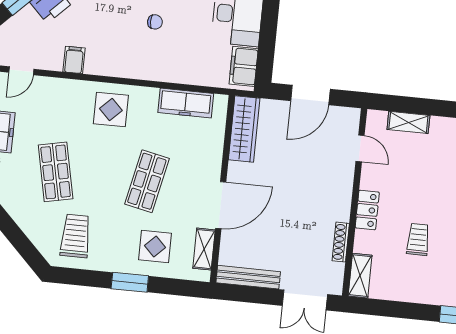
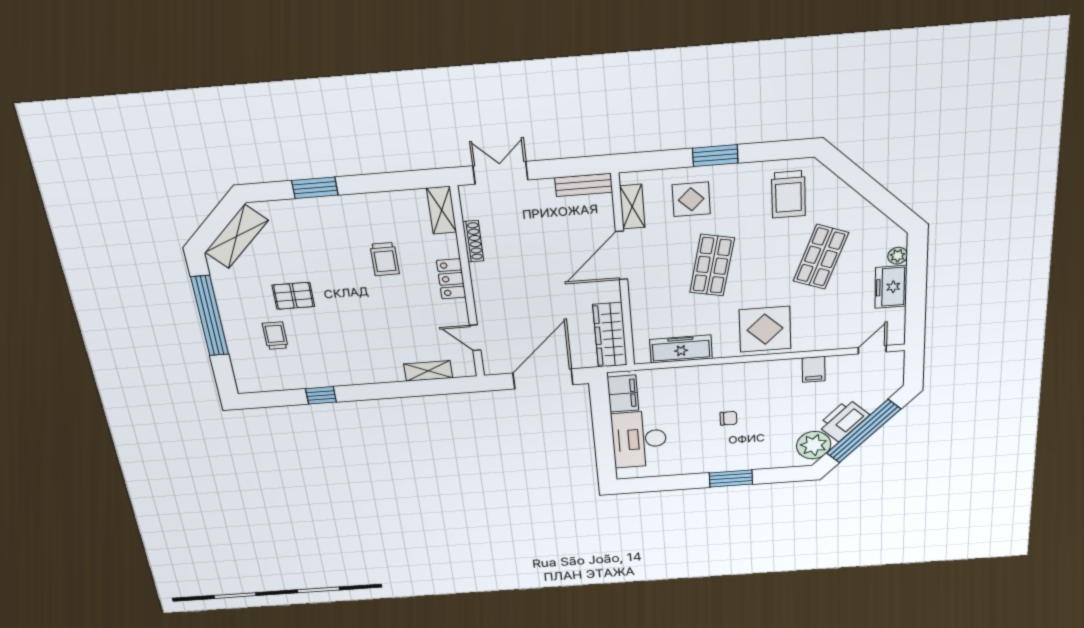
chair: (155, 22) -> (728, 418), turned 180
door: (310, 95) -> (543, 379), width x1.36
display table: (111, 110) -> (765, 329), width x1.36, depth x1.36
shop shelf: (56, 172) -> (821, 257), turned 33
bench: (248, 277) -> (584, 185), width x0.73

